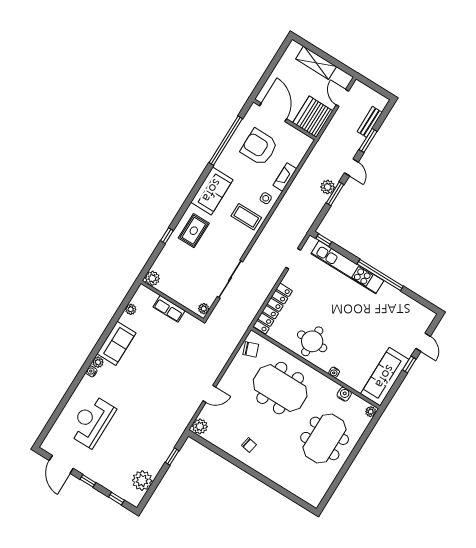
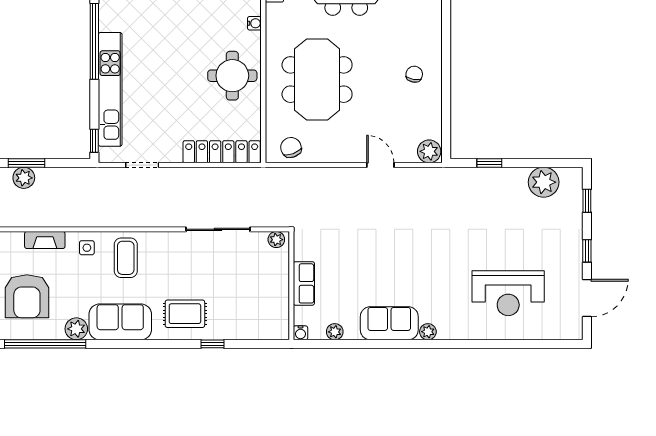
plant: (152, 278) -> (76, 329), moved
water cooler: (91, 371) -> (300, 333), moved

